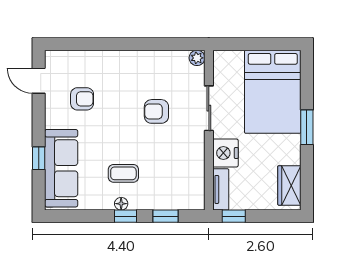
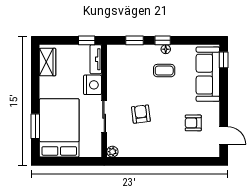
armchair: (156, 111) -> (141, 114), turned -97
window: (307, 127) -> (35, 126), moved
window: (39, 158) -> (224, 60), moved

